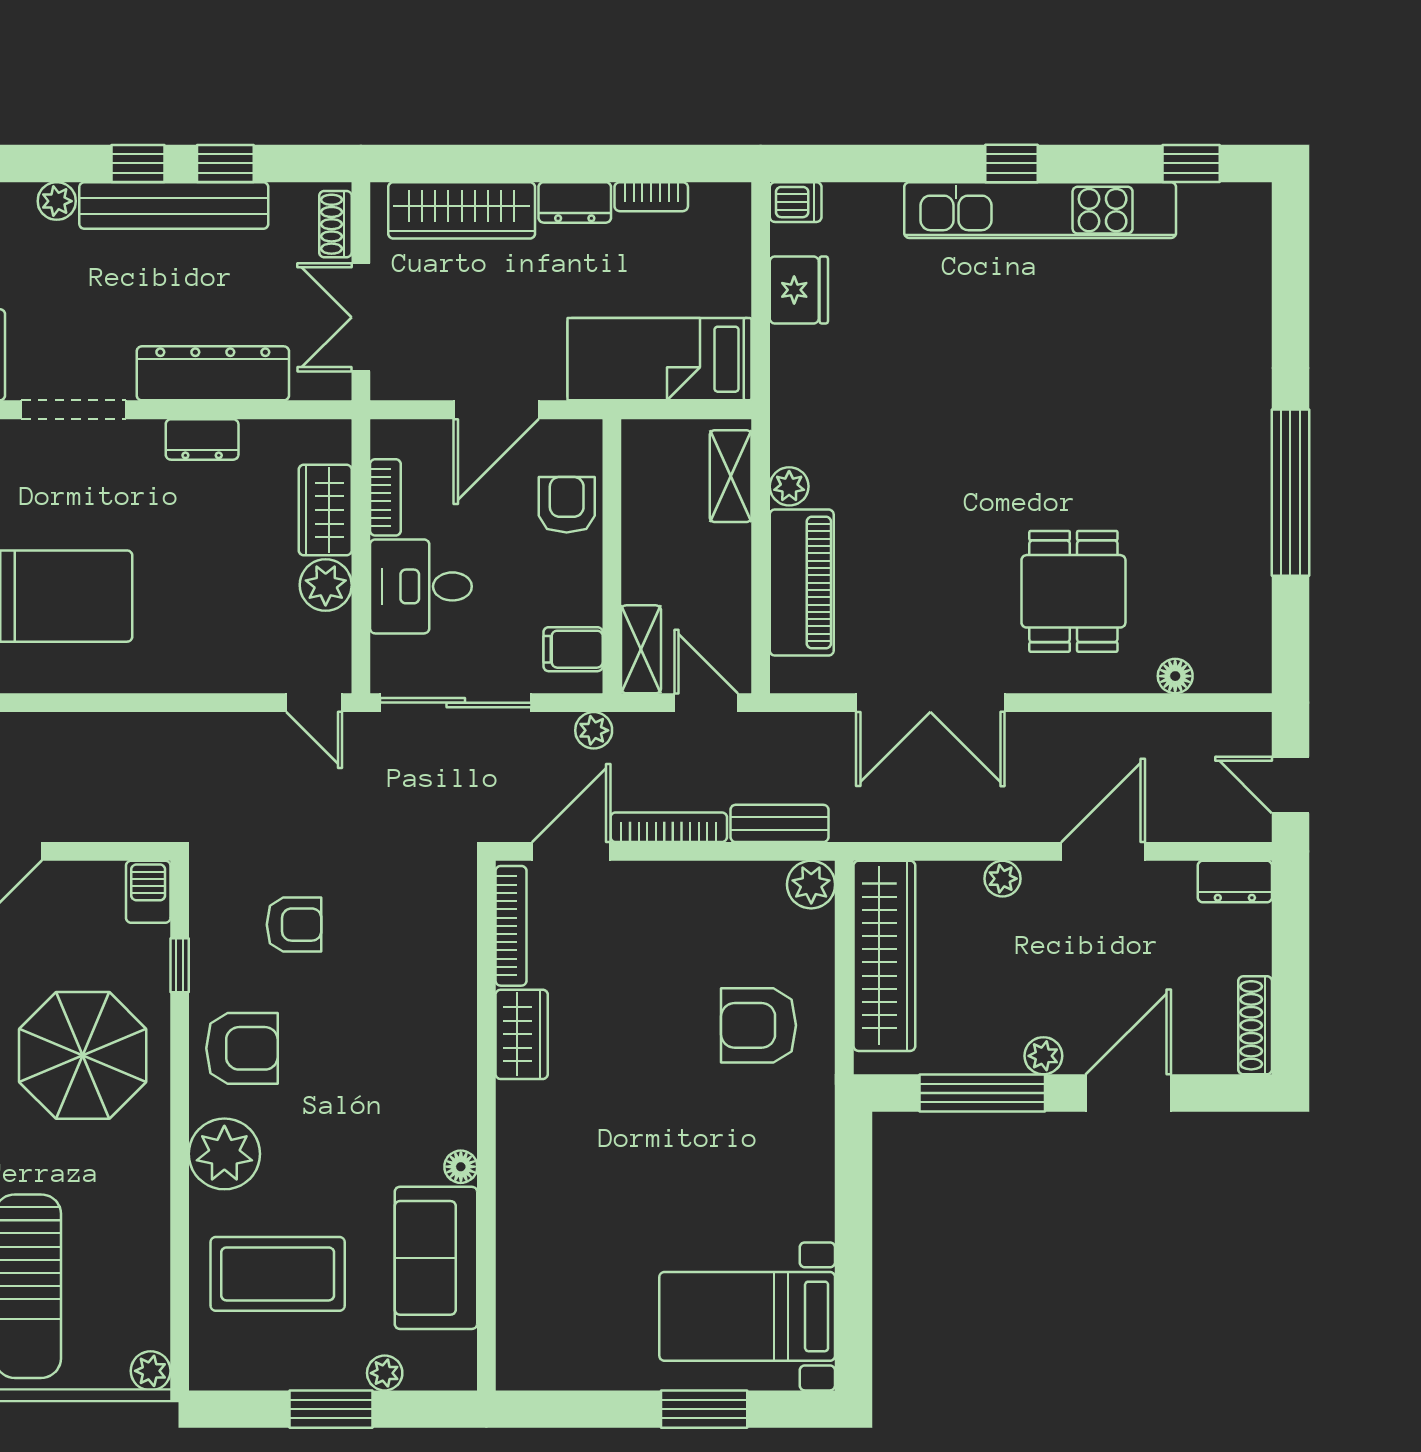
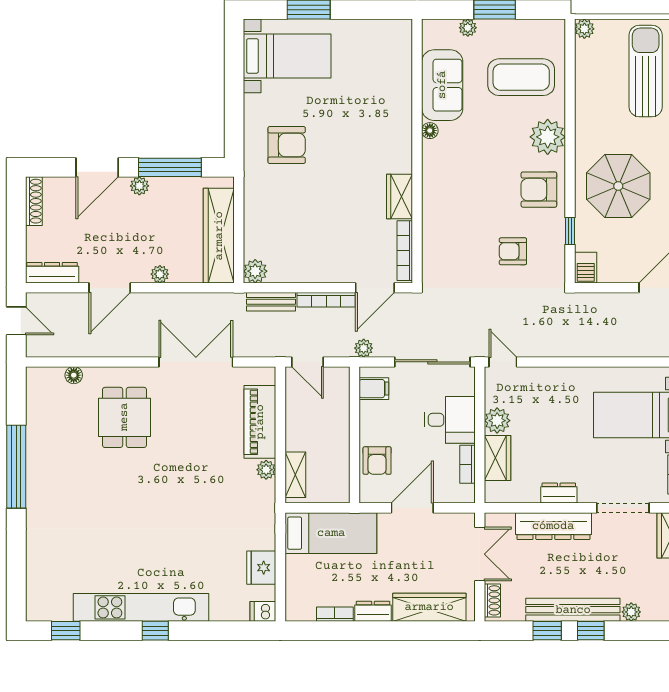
shelving: (641, 649) -> (340, 389), removed
dresser: (1235, 882) -> (52, 273), width x1.44
armchair: (759, 1025) -> (287, 145), moved

